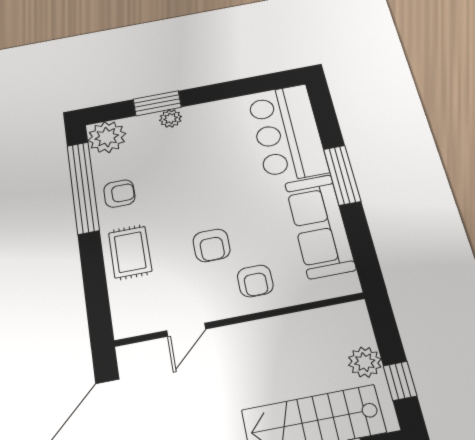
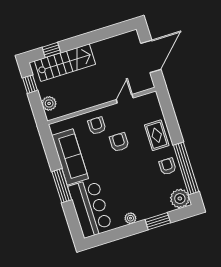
plant: (170, 118) -> (130, 218), moved
armchair: (119, 194) -> (168, 166), turned 90
plant: (365, 362) -> (49, 103), moved

